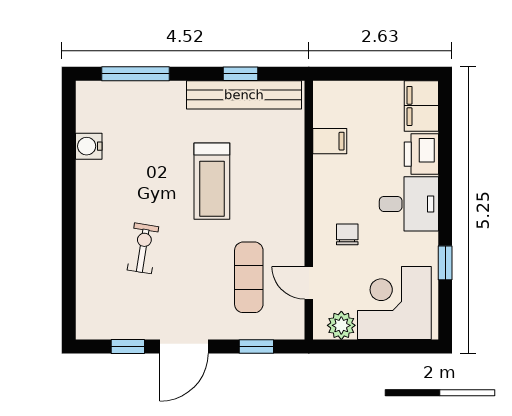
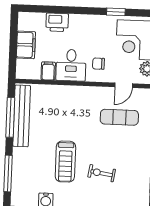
window: (240, 74) -> (10, 117), width x2.17
filing cabinet: (421, 106) -> (26, 45), moved, turned -90
treadmill: (212, 181) -> (65, 162), moved, turned 90
desk: (409, 204) -> (71, 65), moved, turned 180

